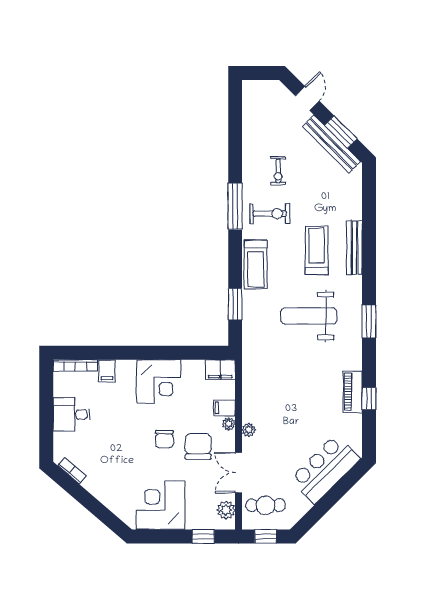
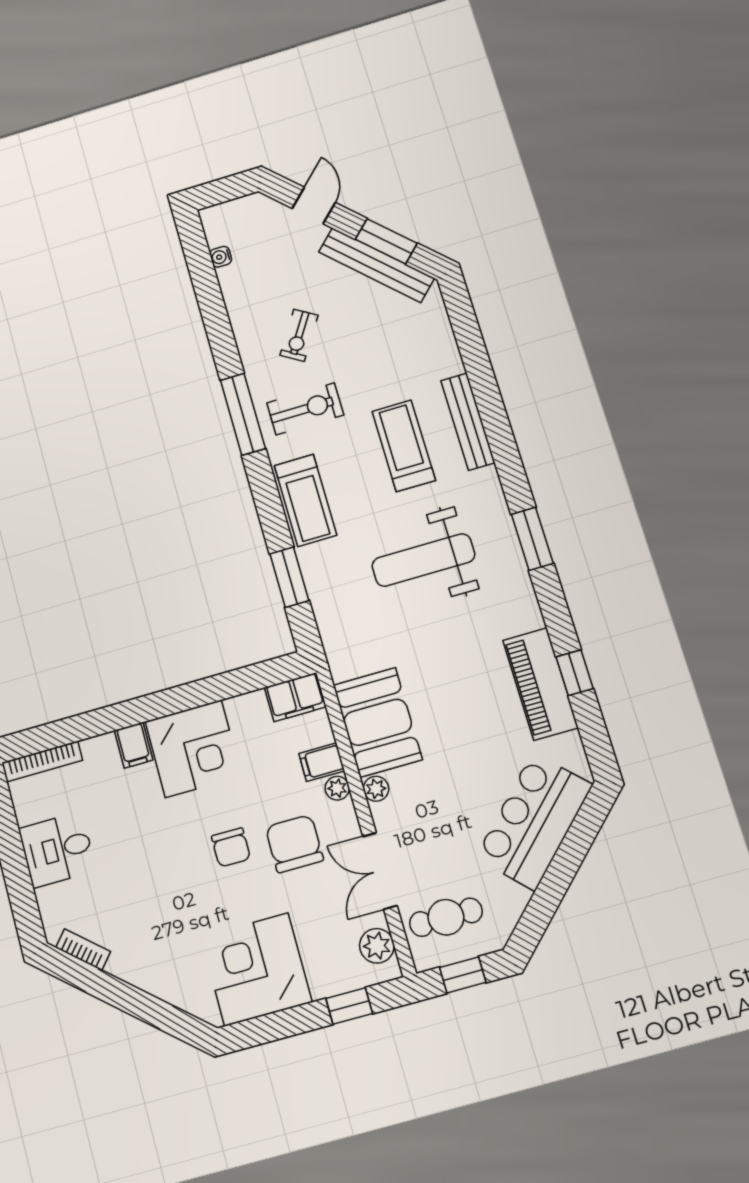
water cooler: (248, 112) -> (221, 257), added
exercise bike: (278, 171) -> (299, 335), turned 32
filing cabinet: (107, 371) -> (134, 745), moved
piano: (353, 392) -> (540, 684), width x1.37, depth x1.33
booth: (260, 395) -> (378, 722), added

